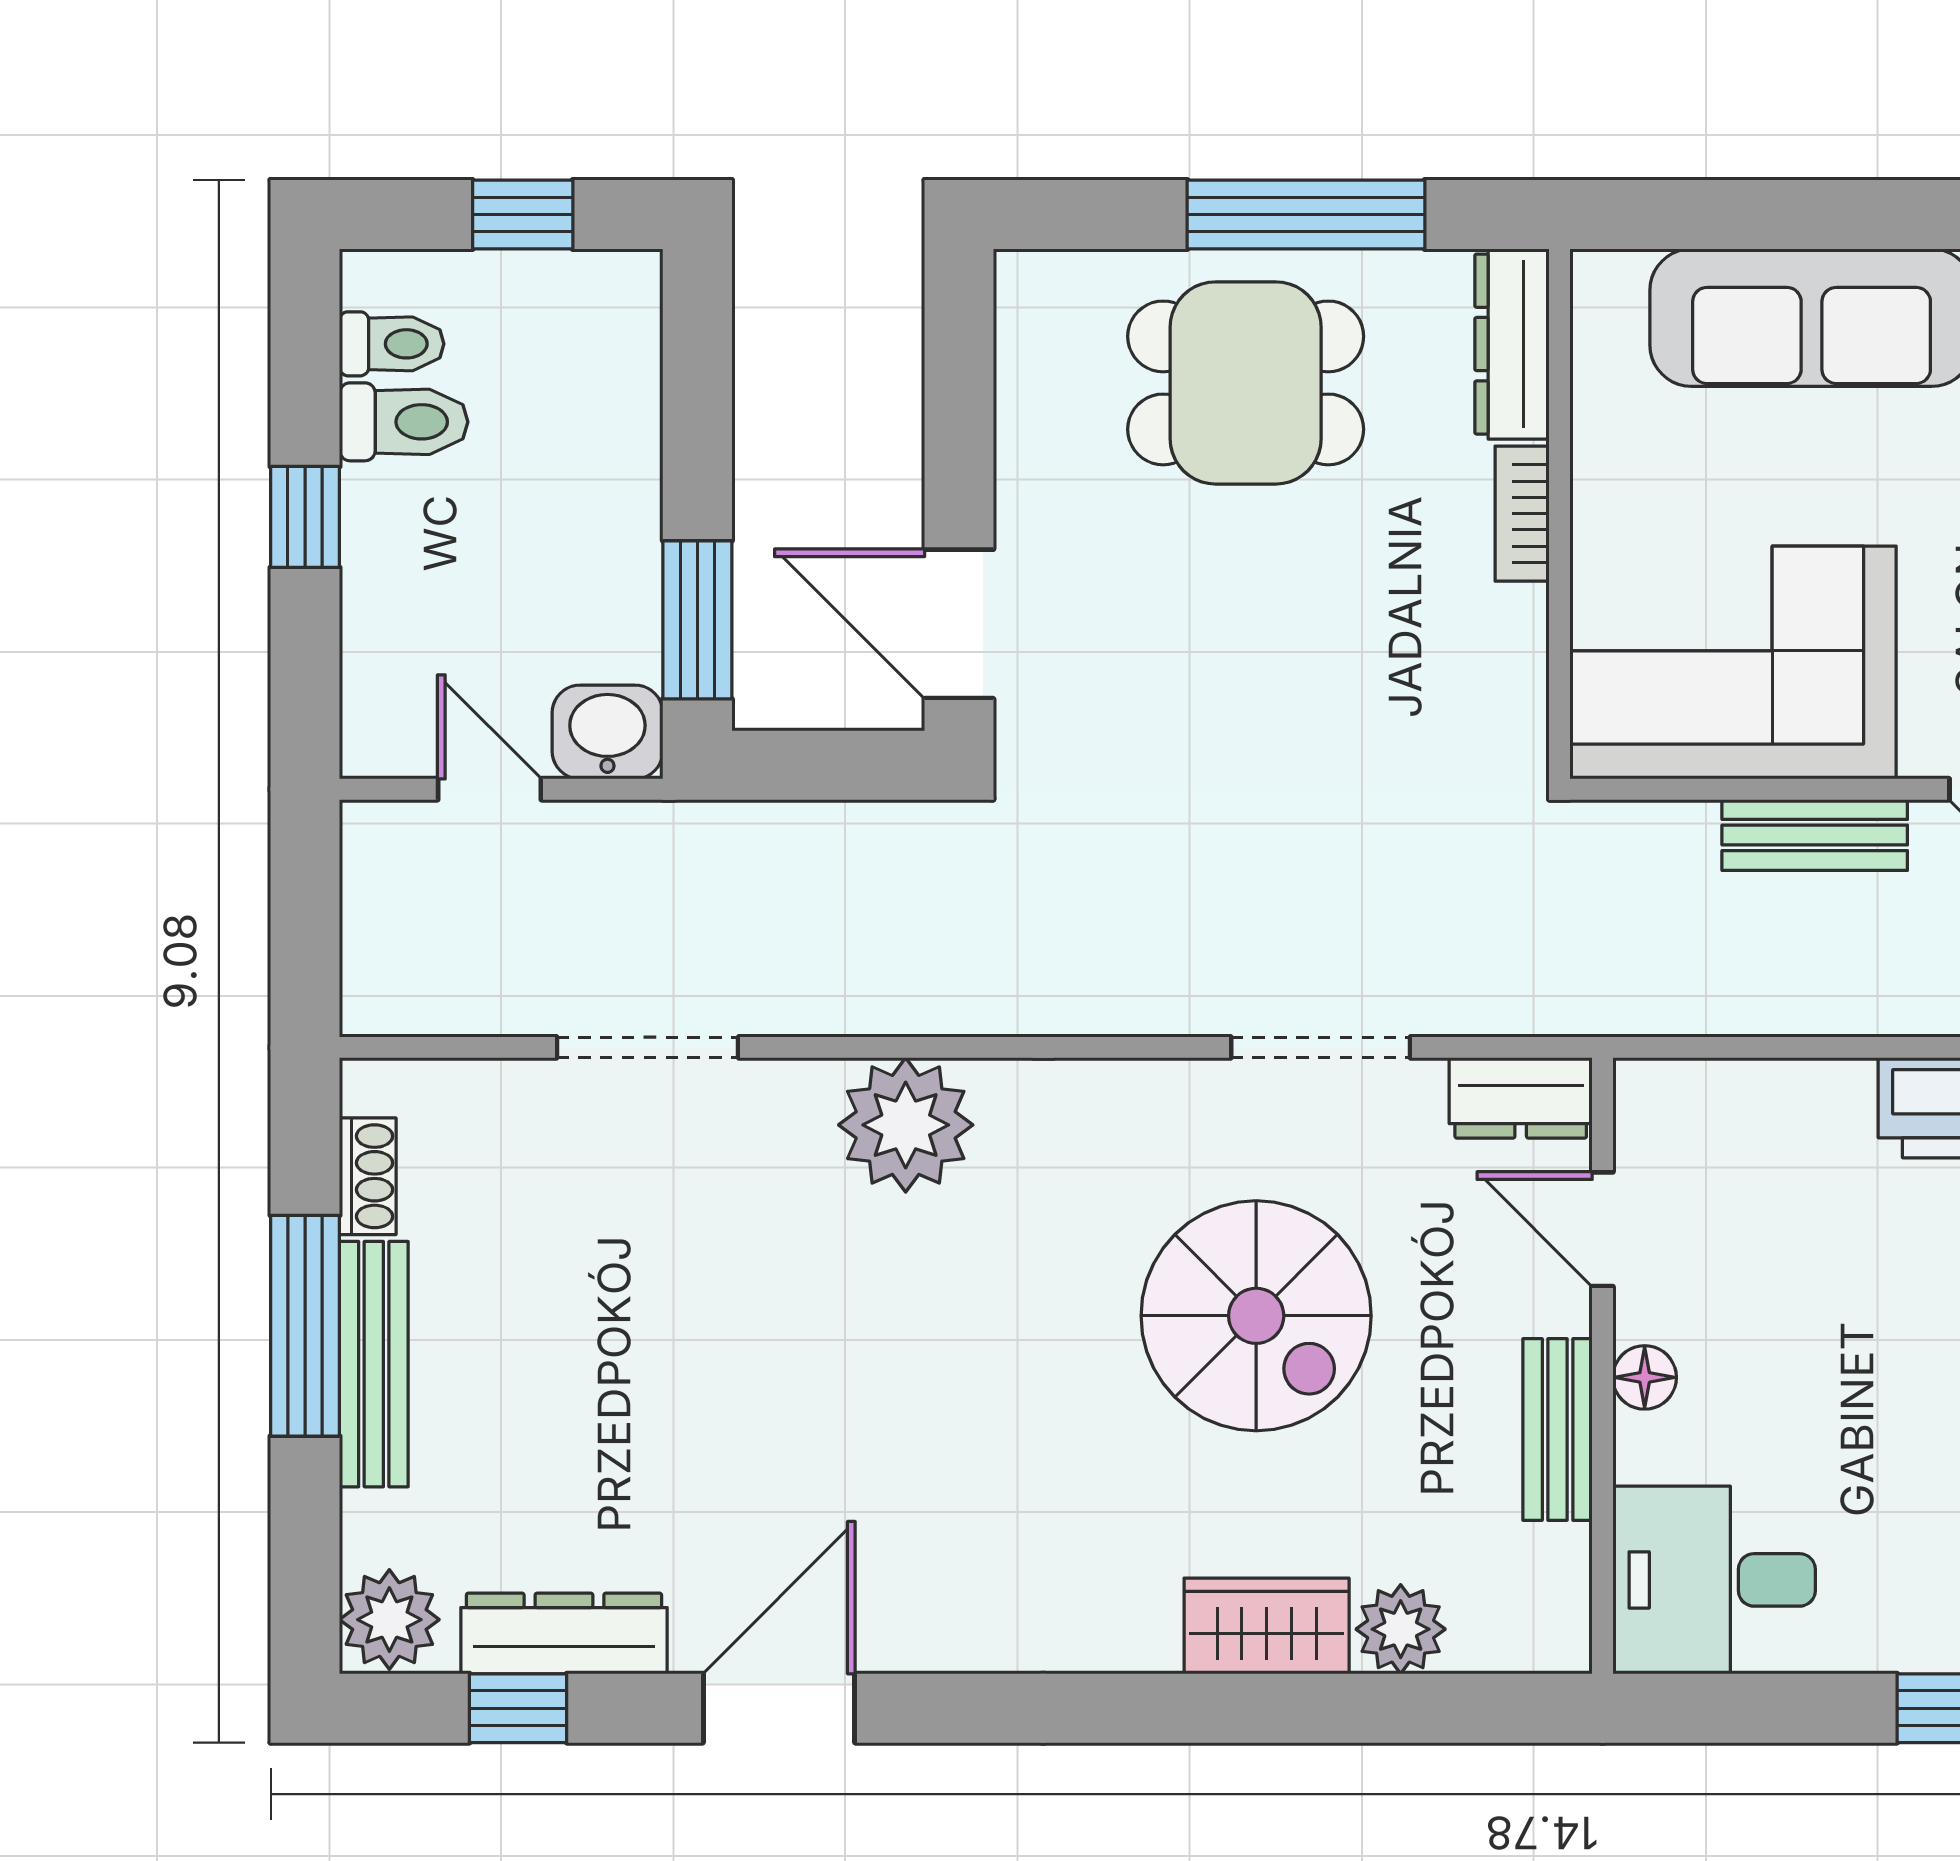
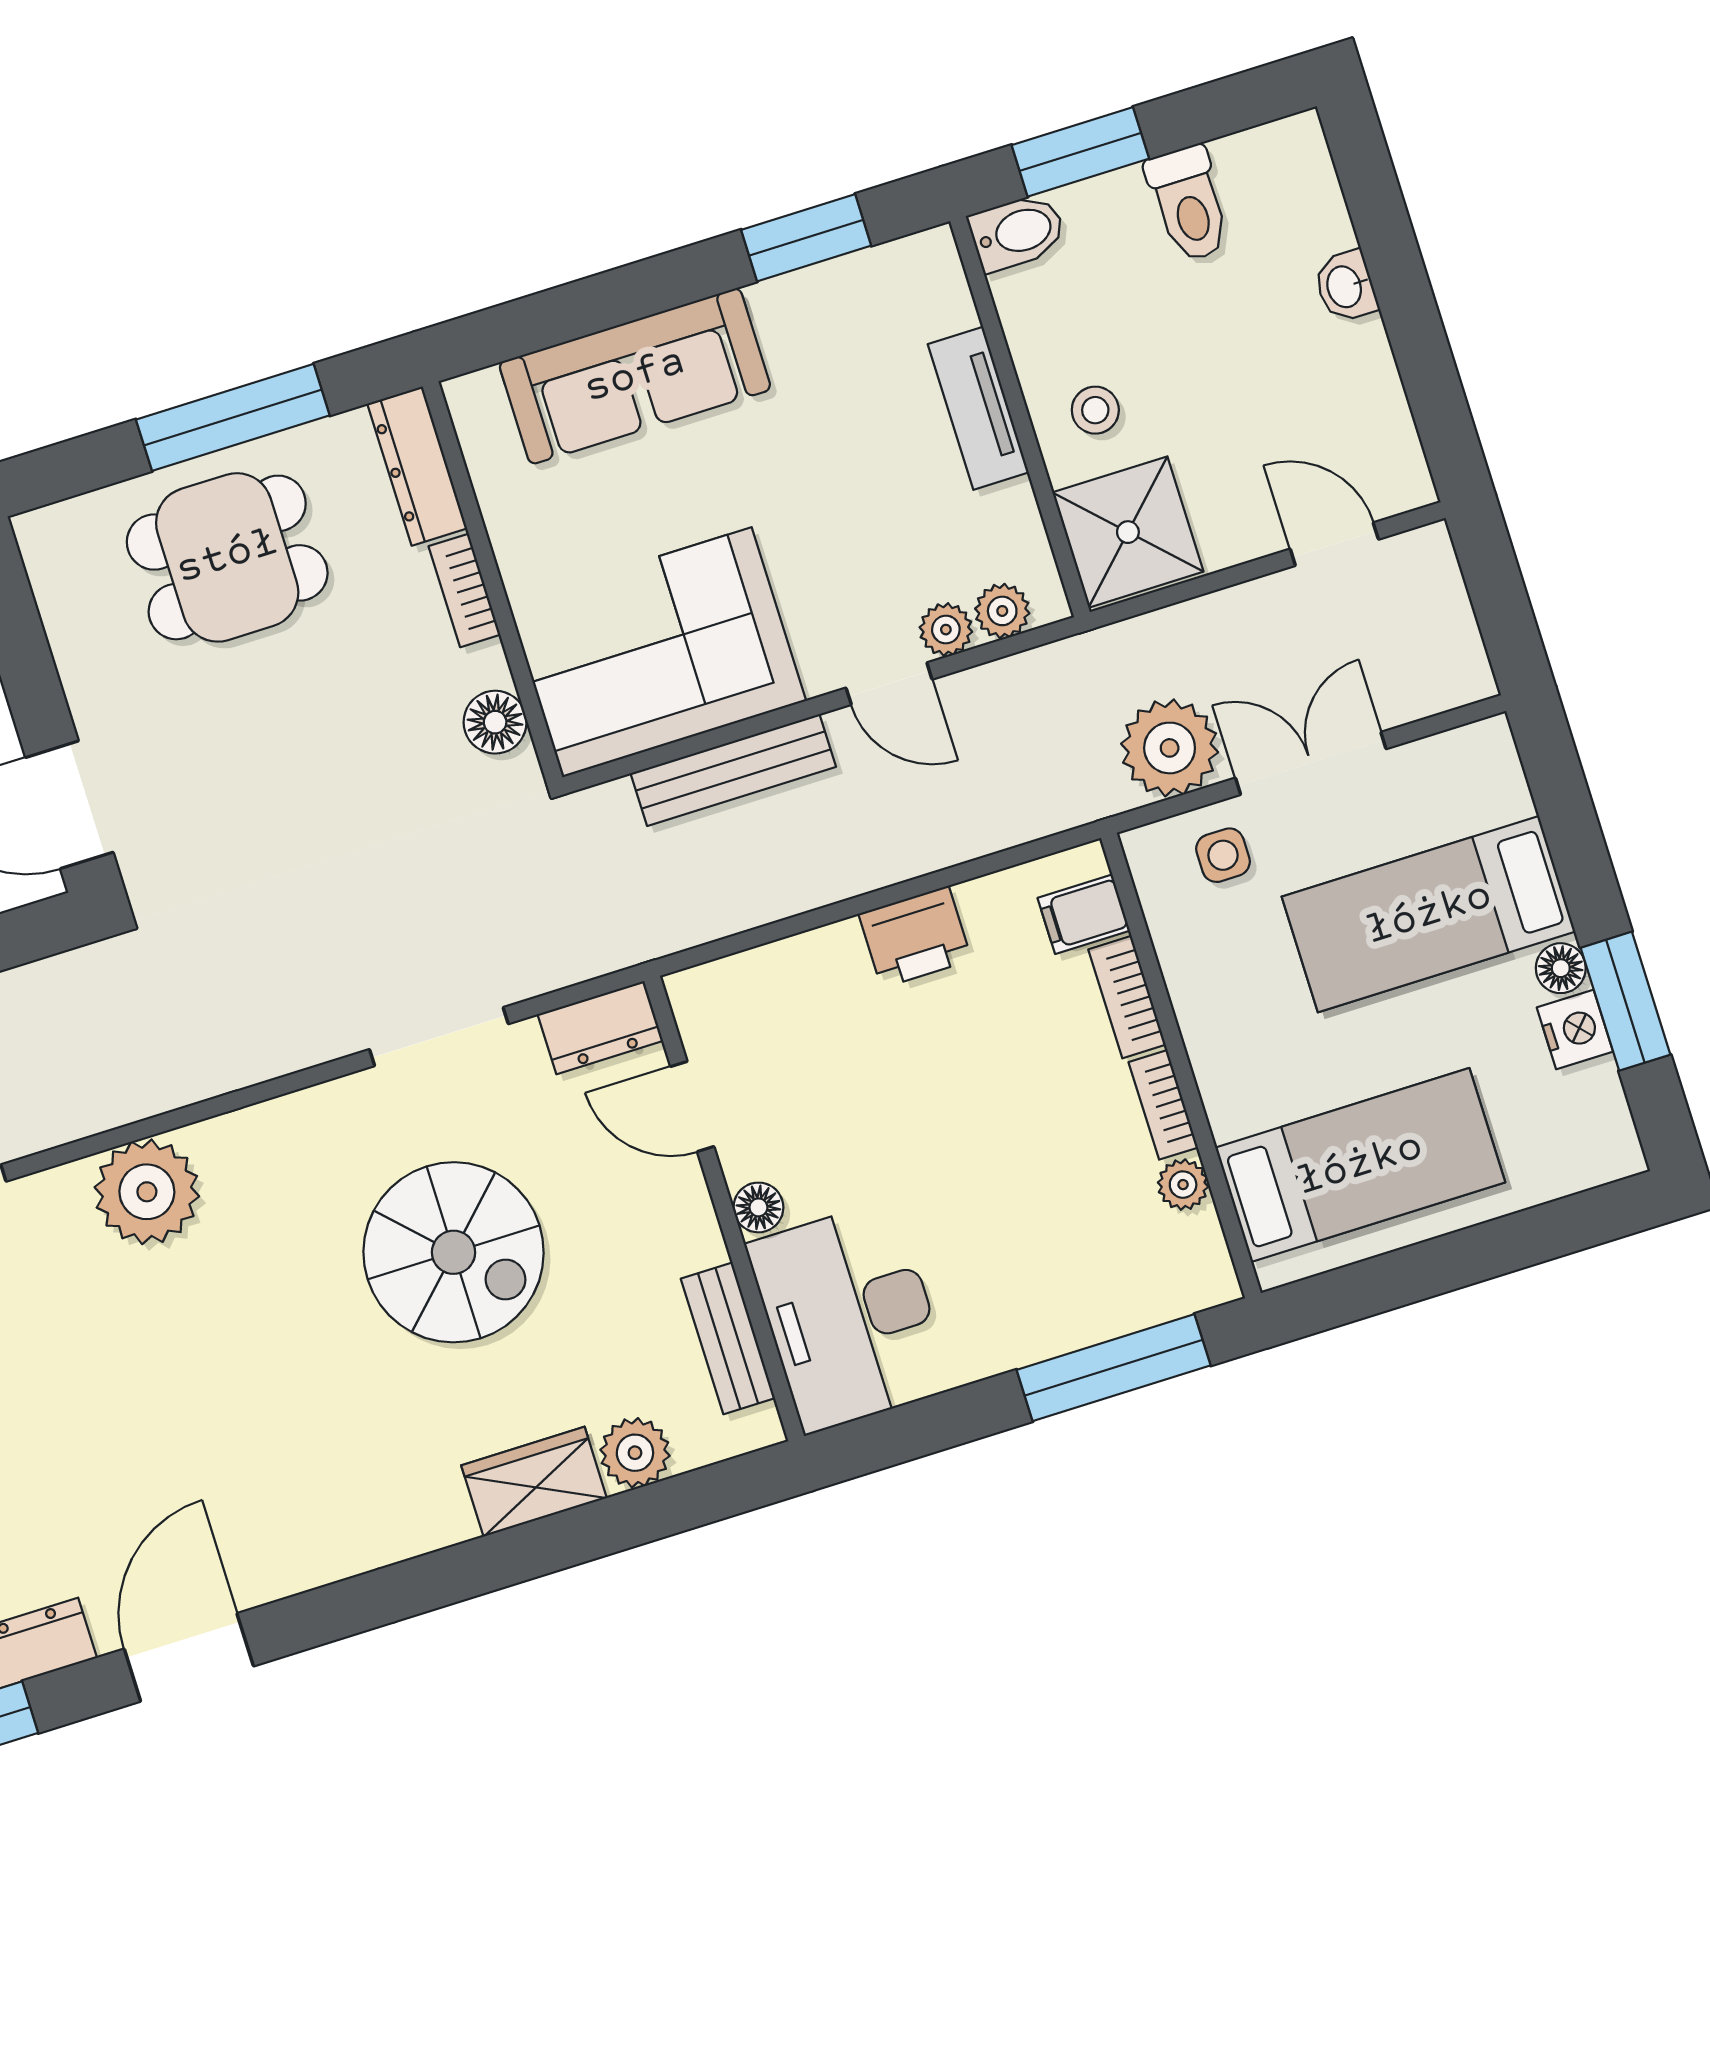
floor lamp: (1509, 686) -> (495, 722), added
bench: (1815, 835) -> (733, 770), width x1.36
bench: (1558, 1430) -> (728, 1338), moved
desk: (1714, 1580) -> (850, 1316), width x1.37

